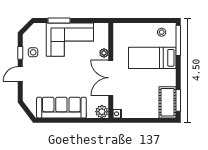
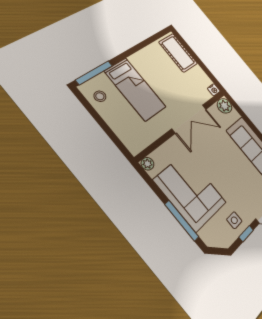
window: (59, 20) -> (182, 221), width x1.44
plant: (104, 53) -> (147, 164), moved
window: (178, 100) -> (154, 38), removed
cot: (168, 102) -> (178, 53), moved, turned 90

